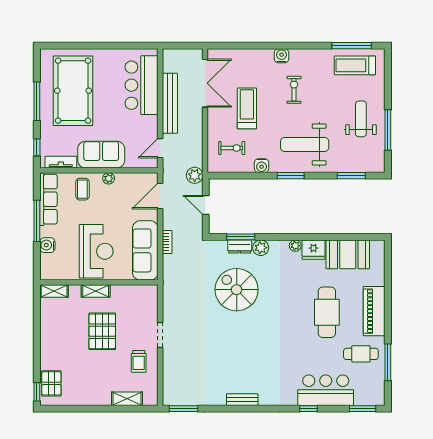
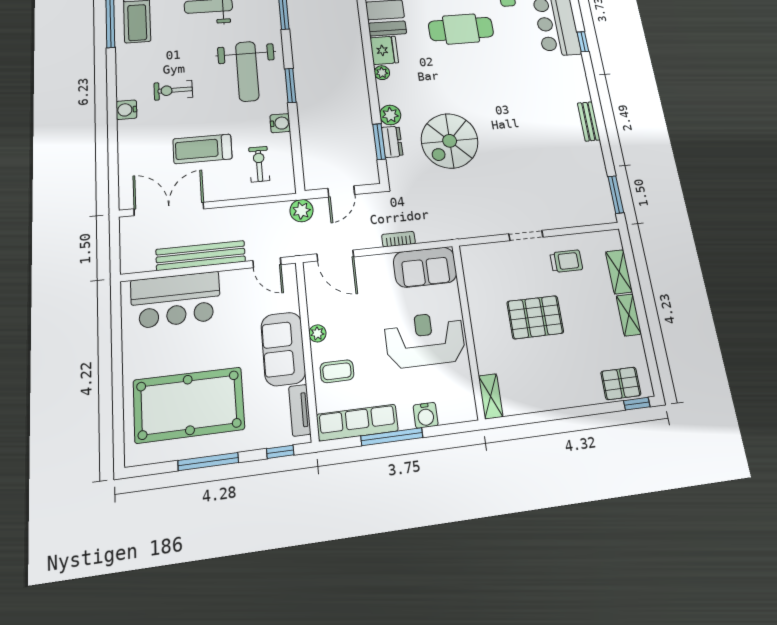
sofa: (145, 250) -> (425, 267), width x0.73
shelving: (96, 291) -> (629, 315), moved

